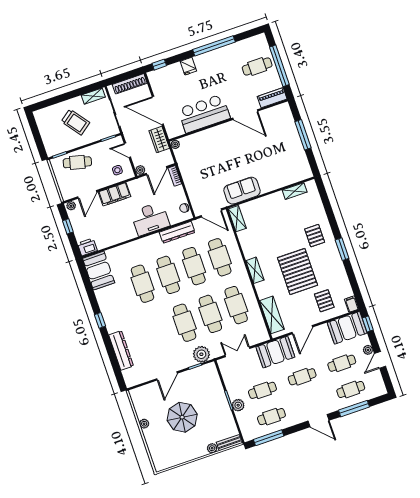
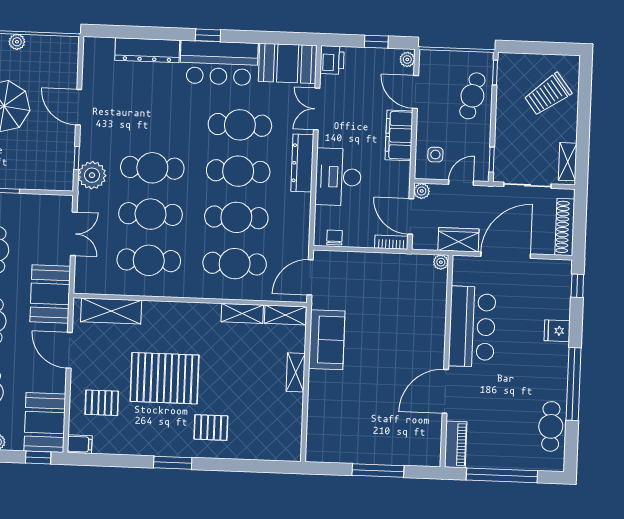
cafe table: (257, 66) -> (551, 426), moved
trolley: (75, 122) -> (548, 94), moved
shelving: (295, 191) -> (296, 372), moved
dresser: (177, 232) -> (302, 163), moved
double door: (117, 245) -> (317, 109), added
shelving: (255, 270) -> (242, 313), moved
bar counter: (113, 308) -> (219, 63), added

